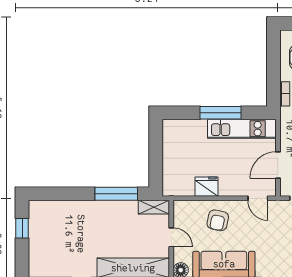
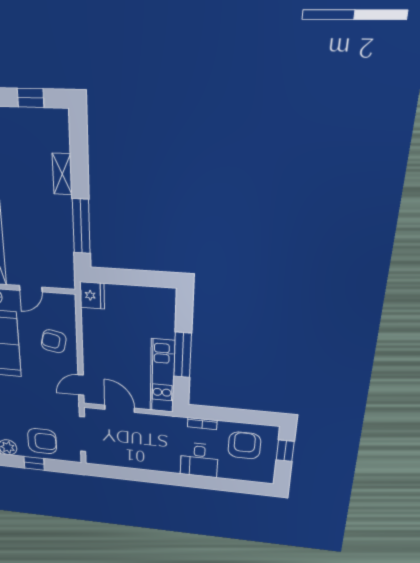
fridge: (207, 187) -> (92, 295), moved
shelving: (154, 207) -> (62, 174), moved

